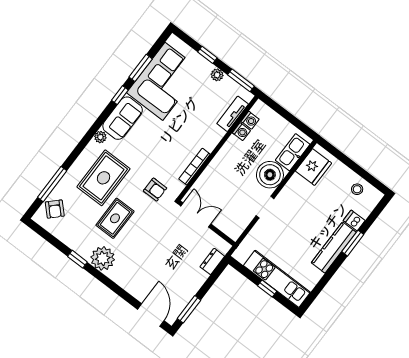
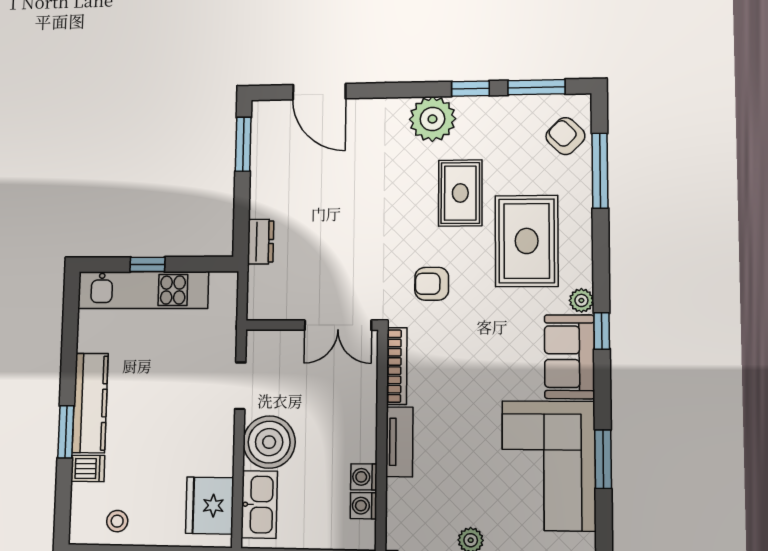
window: (120, 95) -> (602, 331), moved
tv unit: (233, 114) -> (399, 442), moved
double door: (196, 215) -> (338, 325), moved
wall: (207, 223) -> (312, 325), moved
window: (51, 239) -> (536, 87), added
door: (151, 315) -> (319, 92), moved

